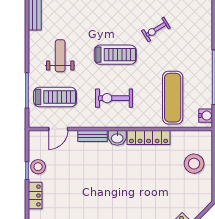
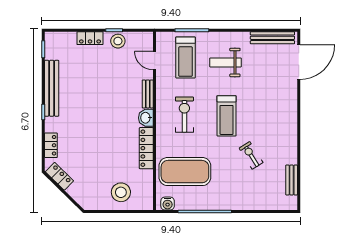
weight bench: (60, 56) -> (226, 62), turned 180
exercise mat: (173, 98) -> (185, 172), width x1.47

